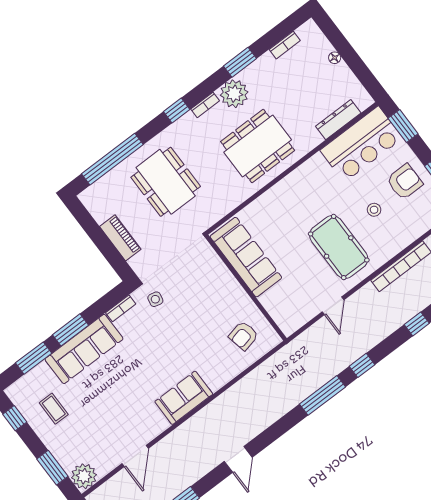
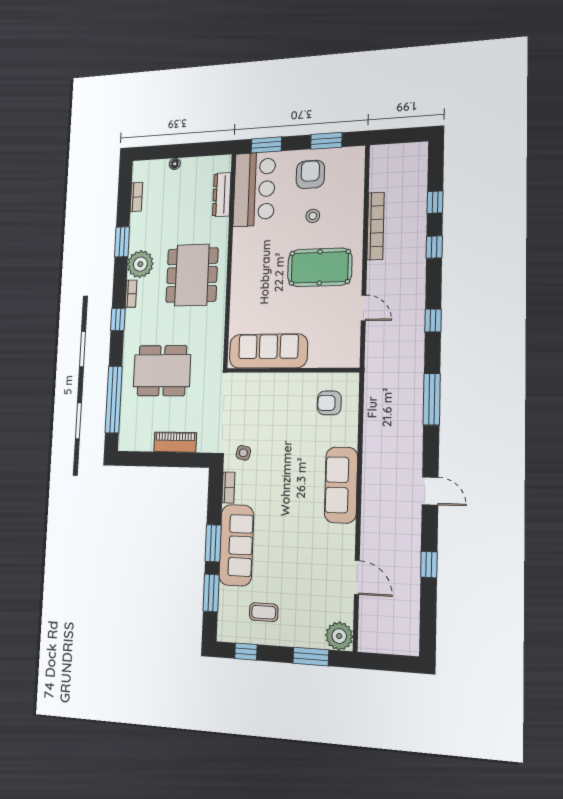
armchair: (243, 336) -> (329, 403), turned 102
window: (322, 395) -> (432, 399), moved
sofa: (184, 398) -> (341, 485), width x1.36

